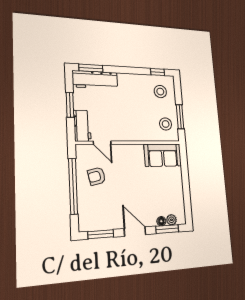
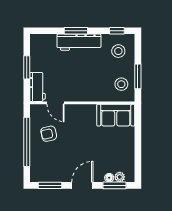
window: (91, 68) -> (76, 31), moved
workbench: (95, 80) -> (79, 42), moved
door: (135, 232) -> (82, 185), hinge flipped

